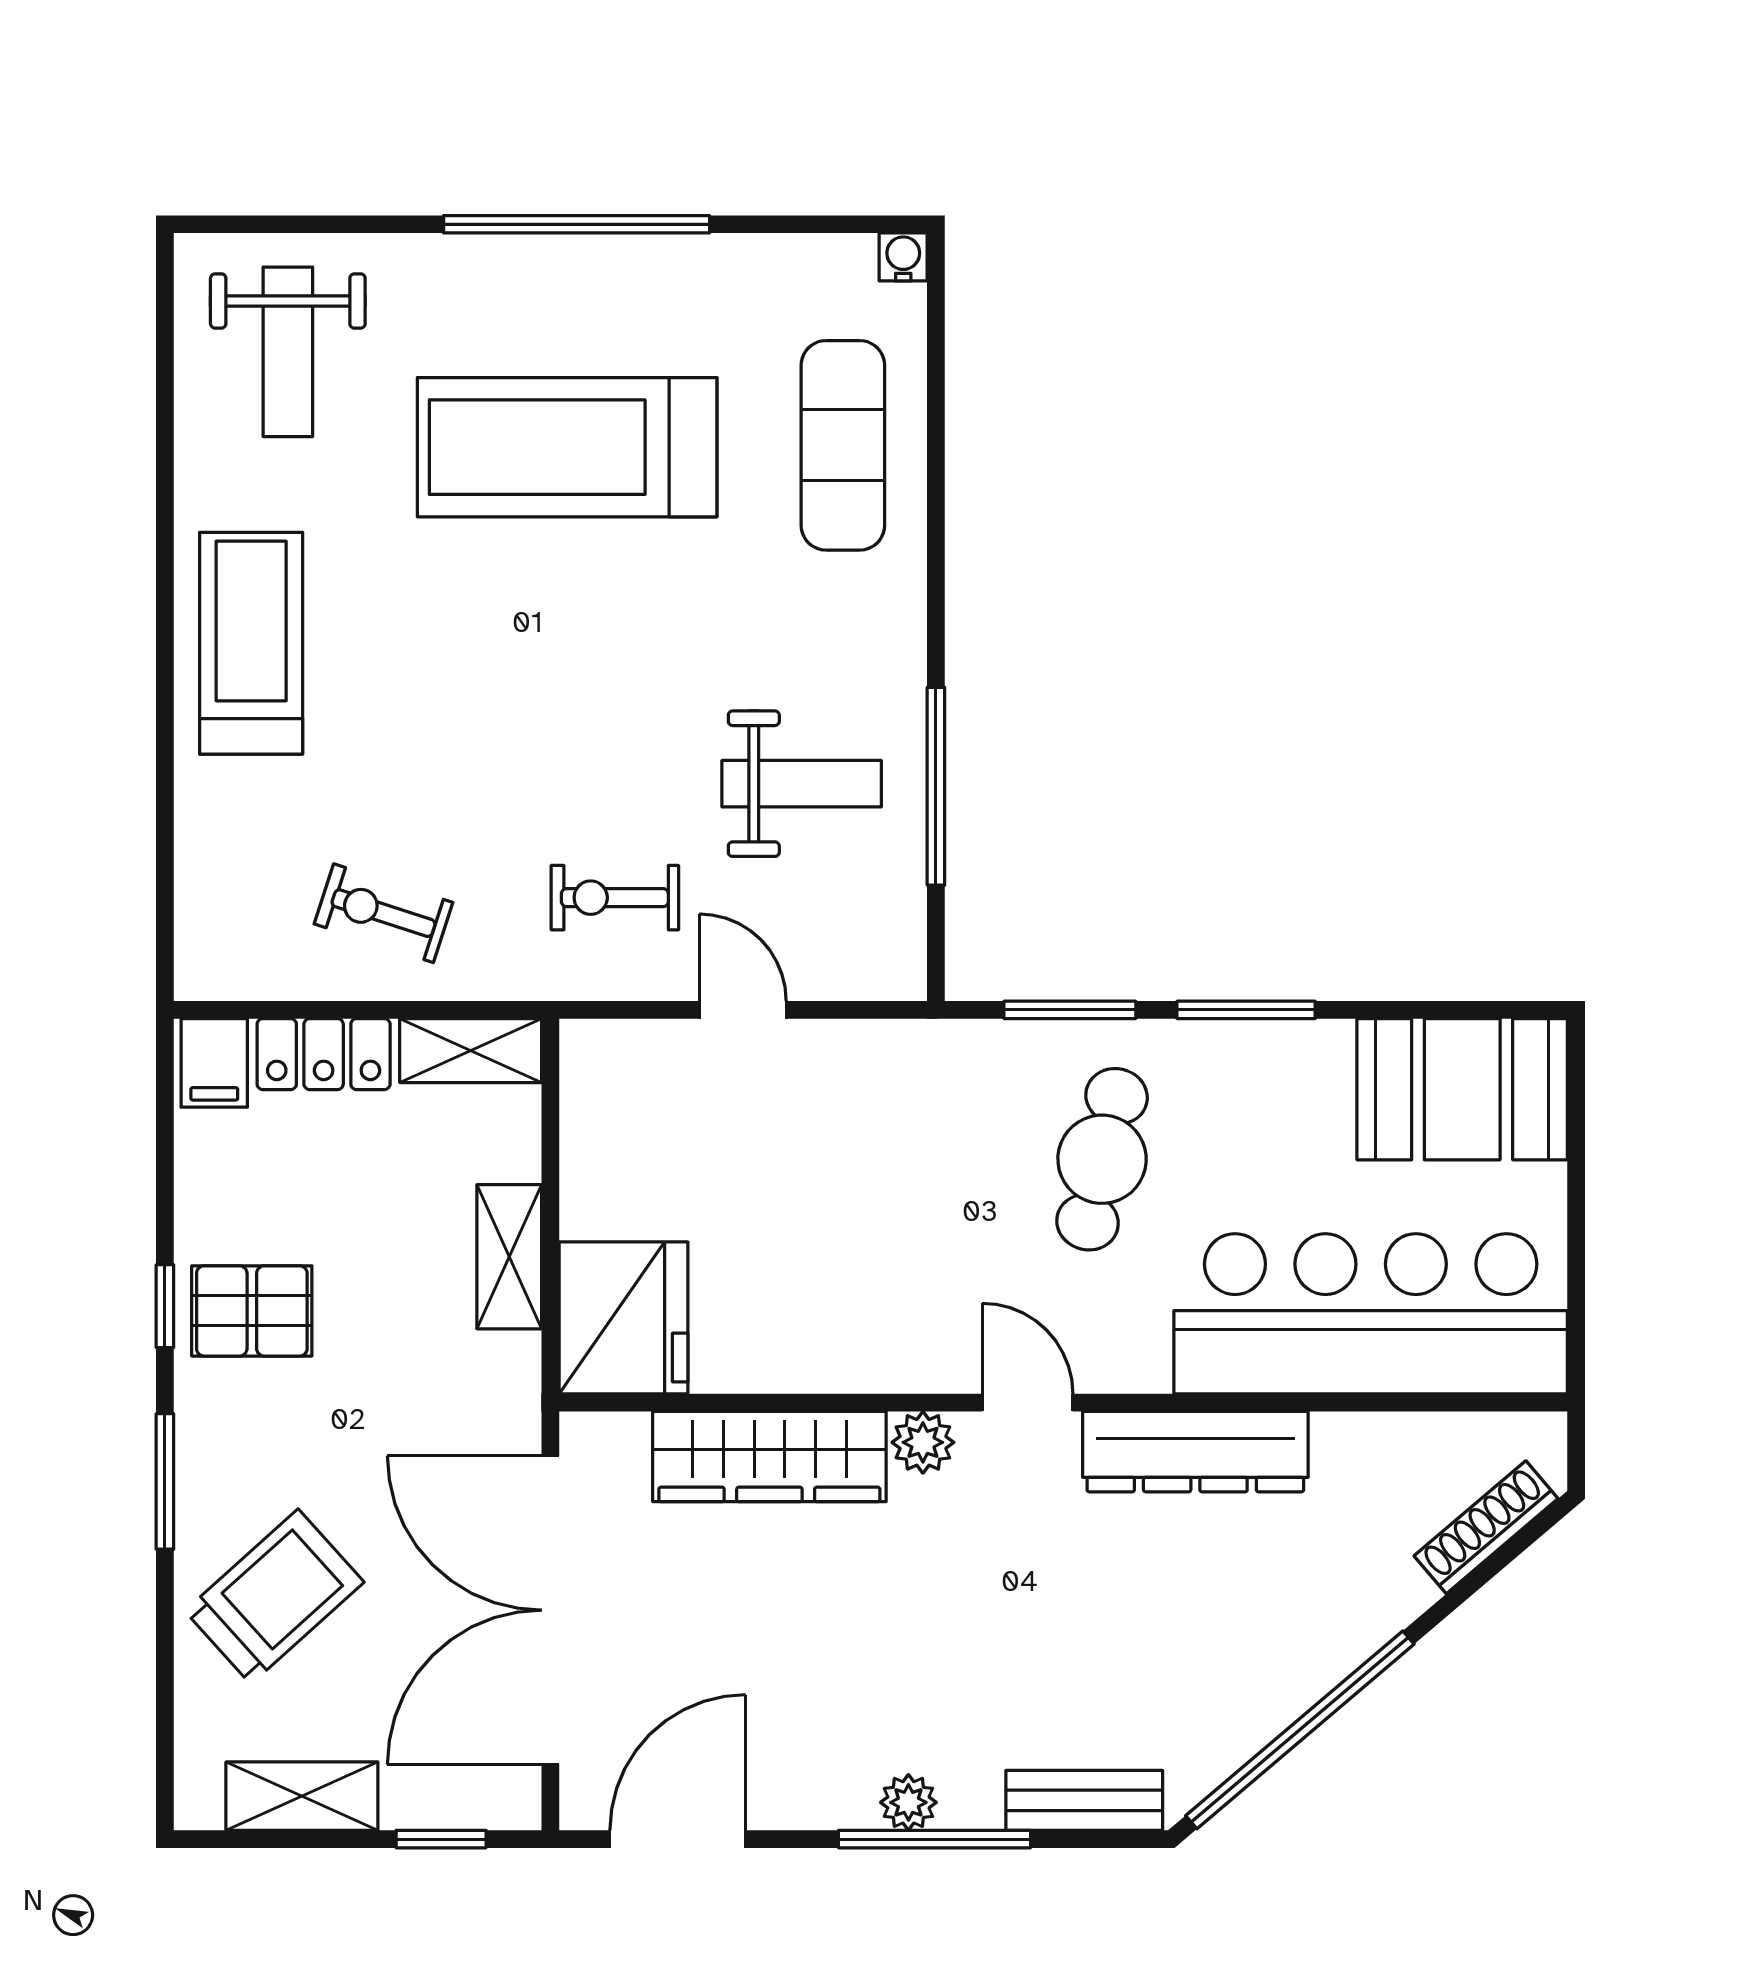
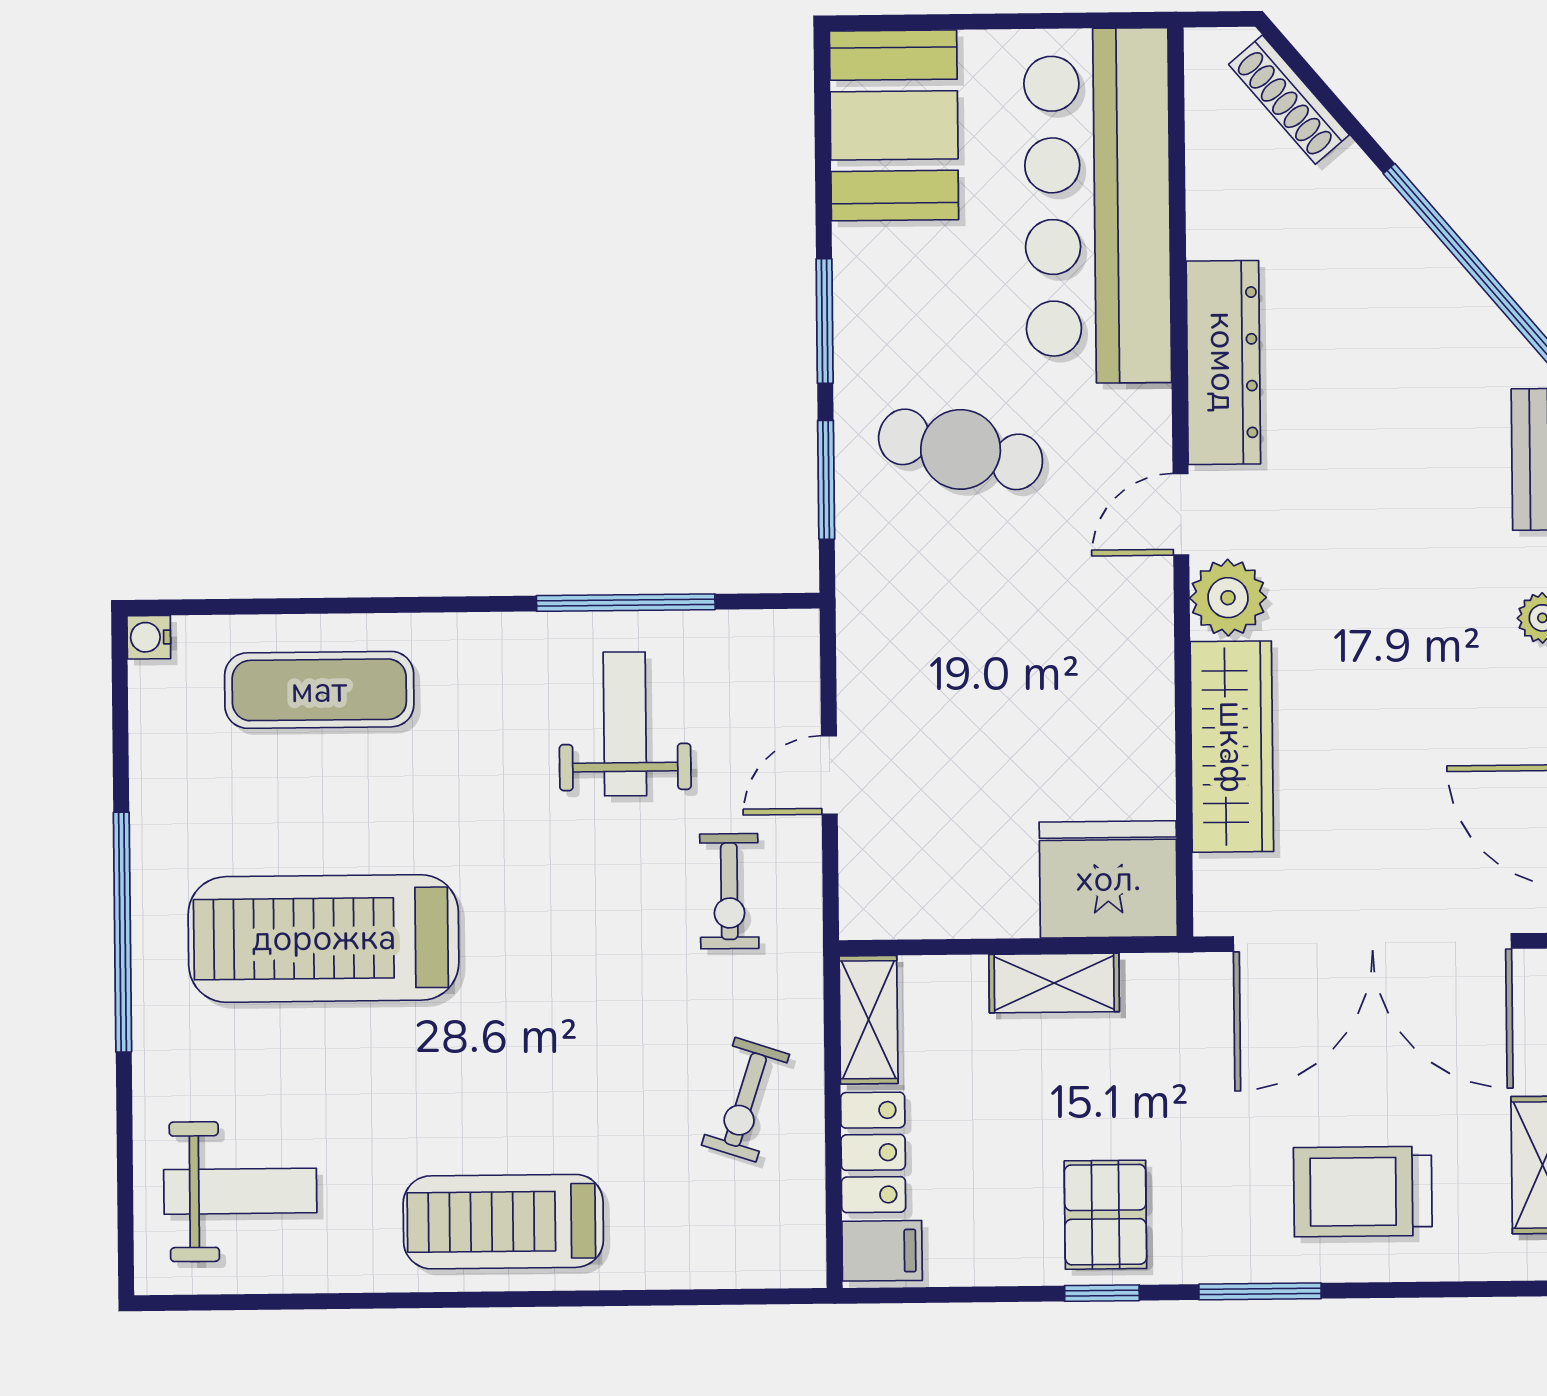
treadmill: (567, 447) -> (324, 938), turned 90
plant: (923, 1442) -> (1228, 598), width x1.38, depth x1.38
trolley: (274, 1597) -> (1363, 1192), turned -48

